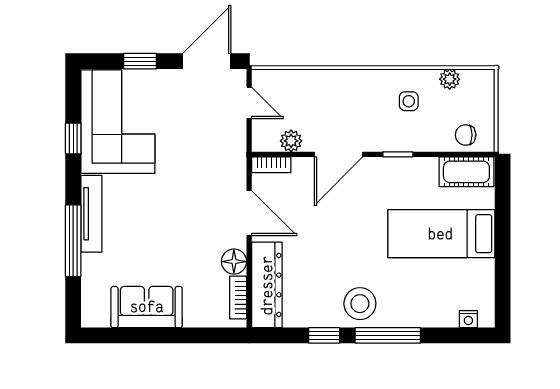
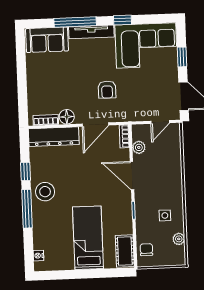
window: (73, 139) -> (123, 20), moved
armchair: (190, 191) -> (107, 90), added
sofa: (147, 307) -> (47, 40), moved, turned 90

